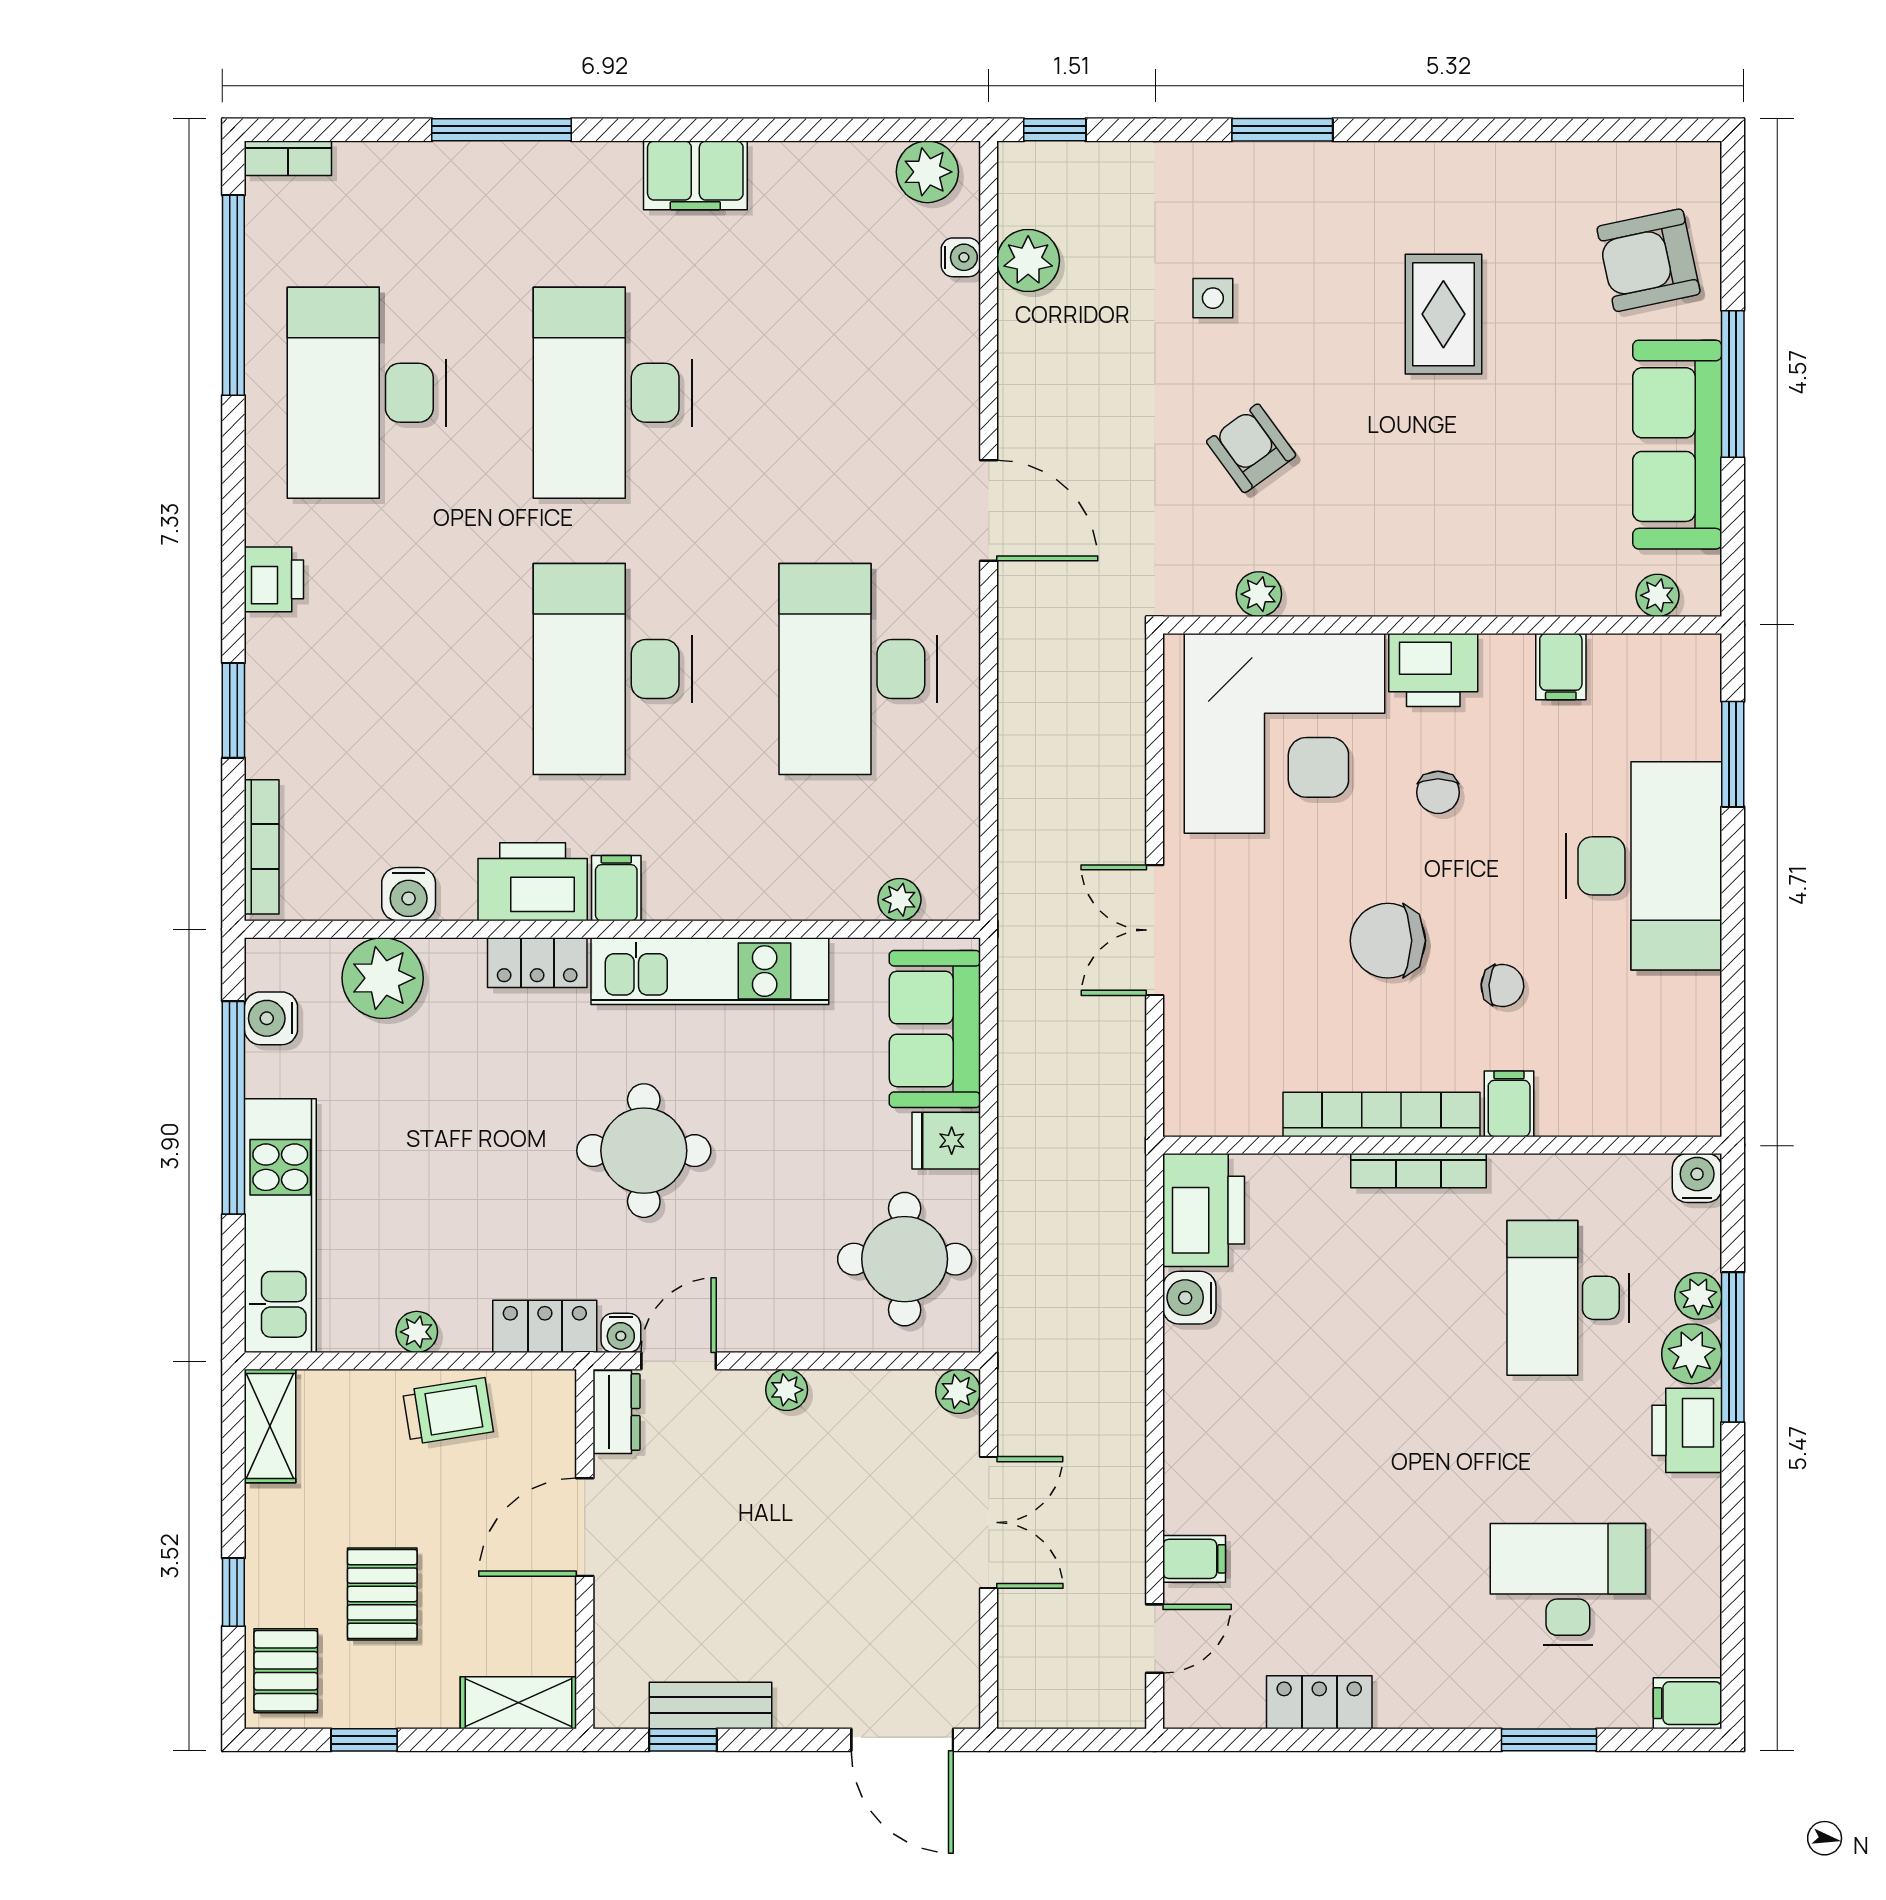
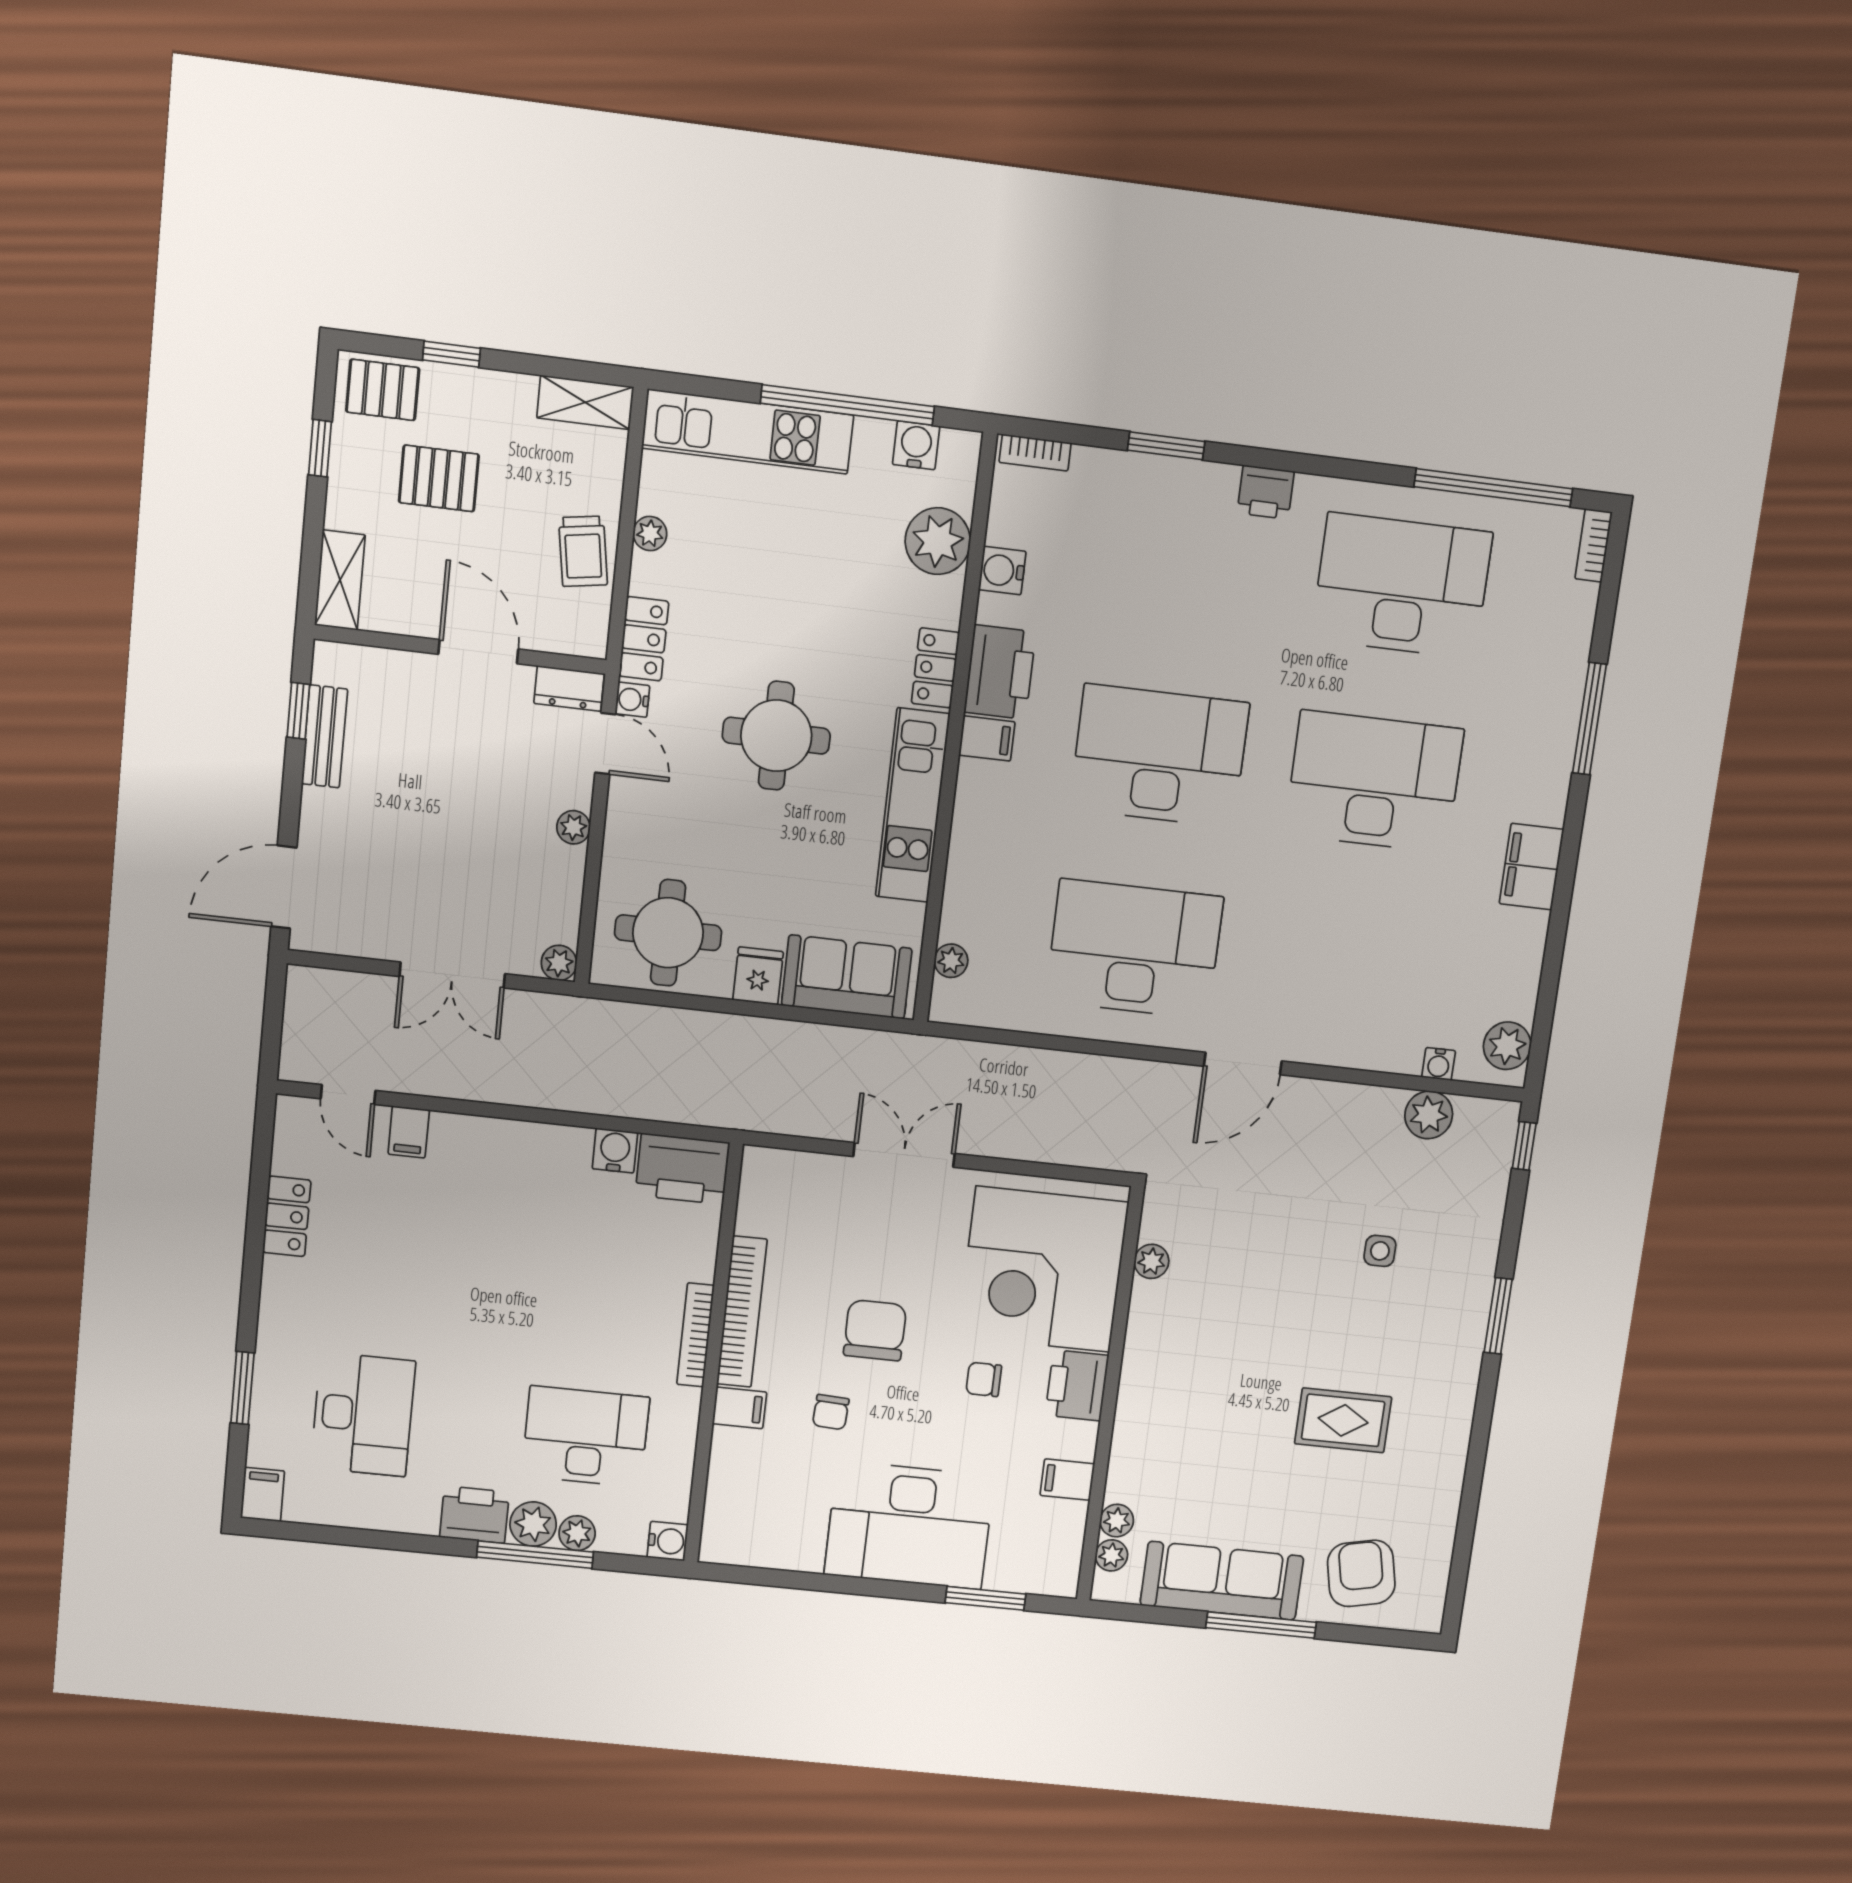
armchair: (1251, 448) -> (1263, 1267), removed
plant: (1610, 595) -> (1117, 1521), added
bookcase: (262, 847) -> (1035, 453), width x0.64

